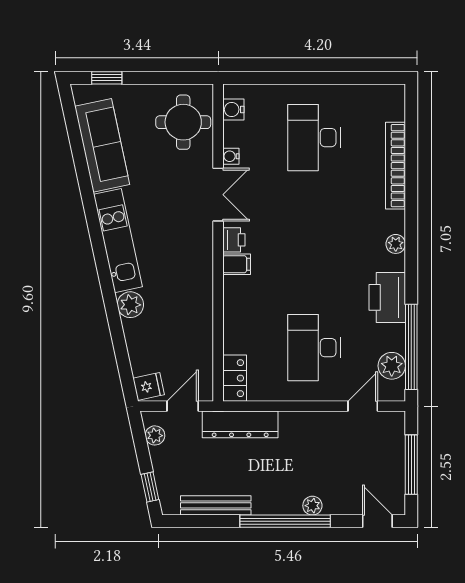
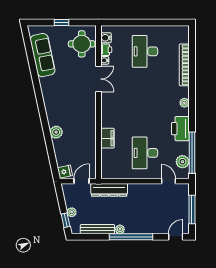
window: (107, 78) -> (61, 22), moved
printer: (234, 240) -> (106, 50), moved
kitchen unit: (118, 241) -> (50, 101), removed
filing cabinet: (237, 264) -> (107, 138), moved, width x2.00
locker: (235, 378) -> (106, 168), removed
door: (363, 406) -> (168, 181), hinge flipped
plant: (155, 435) -> (72, 212), moved
plant: (312, 506) -> (120, 229), moved
door: (377, 521) -> (176, 237), hinge flipped

